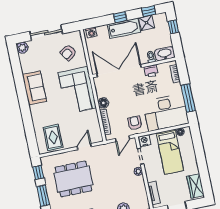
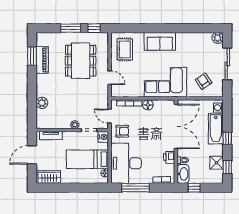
window: (173, 27) -> (194, 188), moved
bathtub: (124, 28) -> (216, 129), moved
sofa: (34, 88) -> (160, 41), moved
rug: (53, 137) -> (125, 49), turned 90

